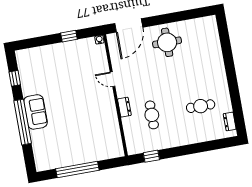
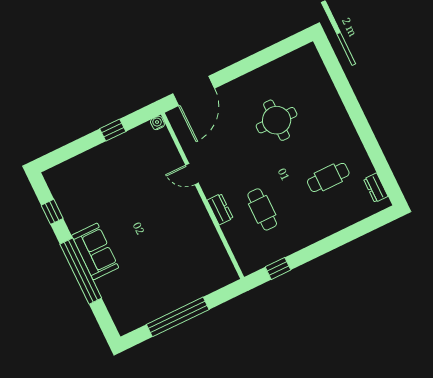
round table: (167, 42) -> (277, 120), moved

